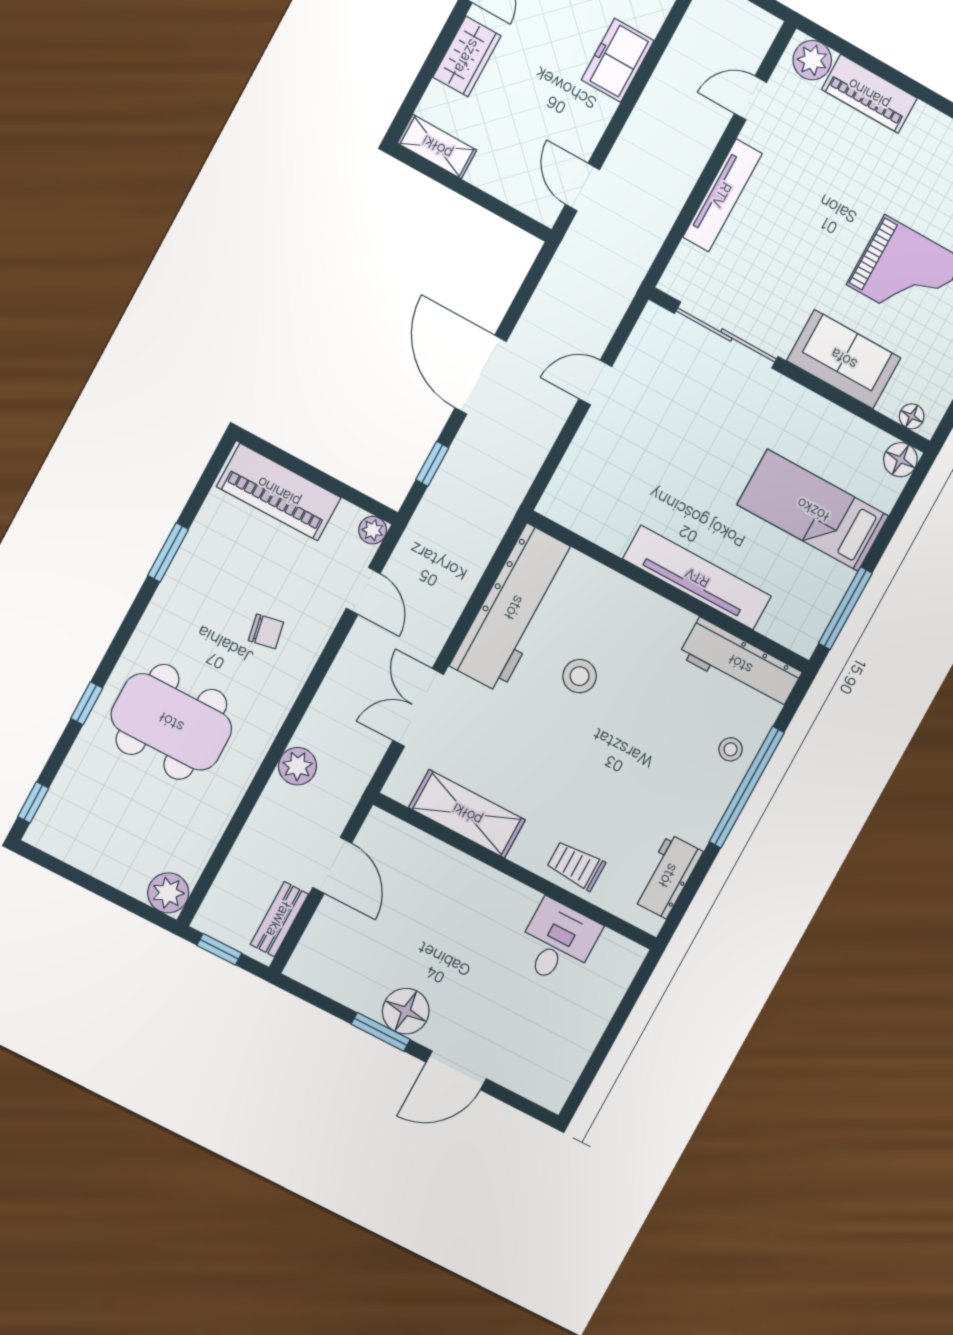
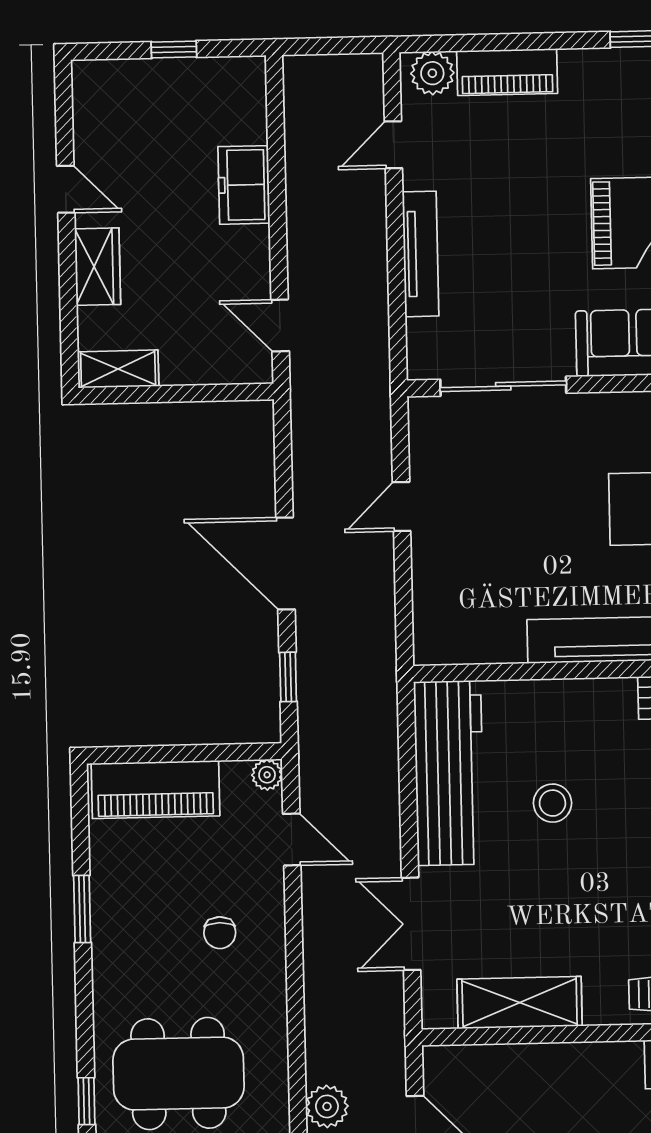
chair: (266, 631) -> (220, 933), turned 101
plant: (297, 766) -> (327, 1106), moved

